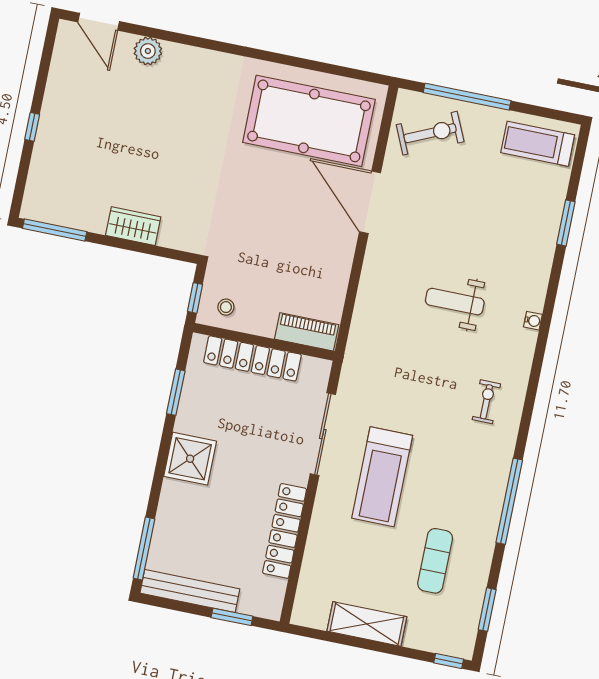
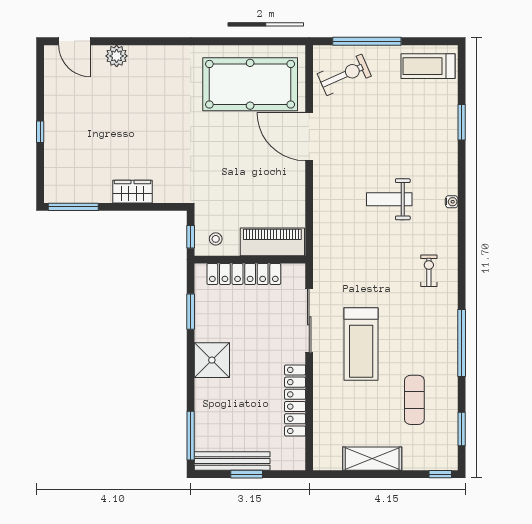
piano: (307, 332) -> (272, 242), width x1.37, depth x1.33
window: (232, 617) -> (247, 474), moved

